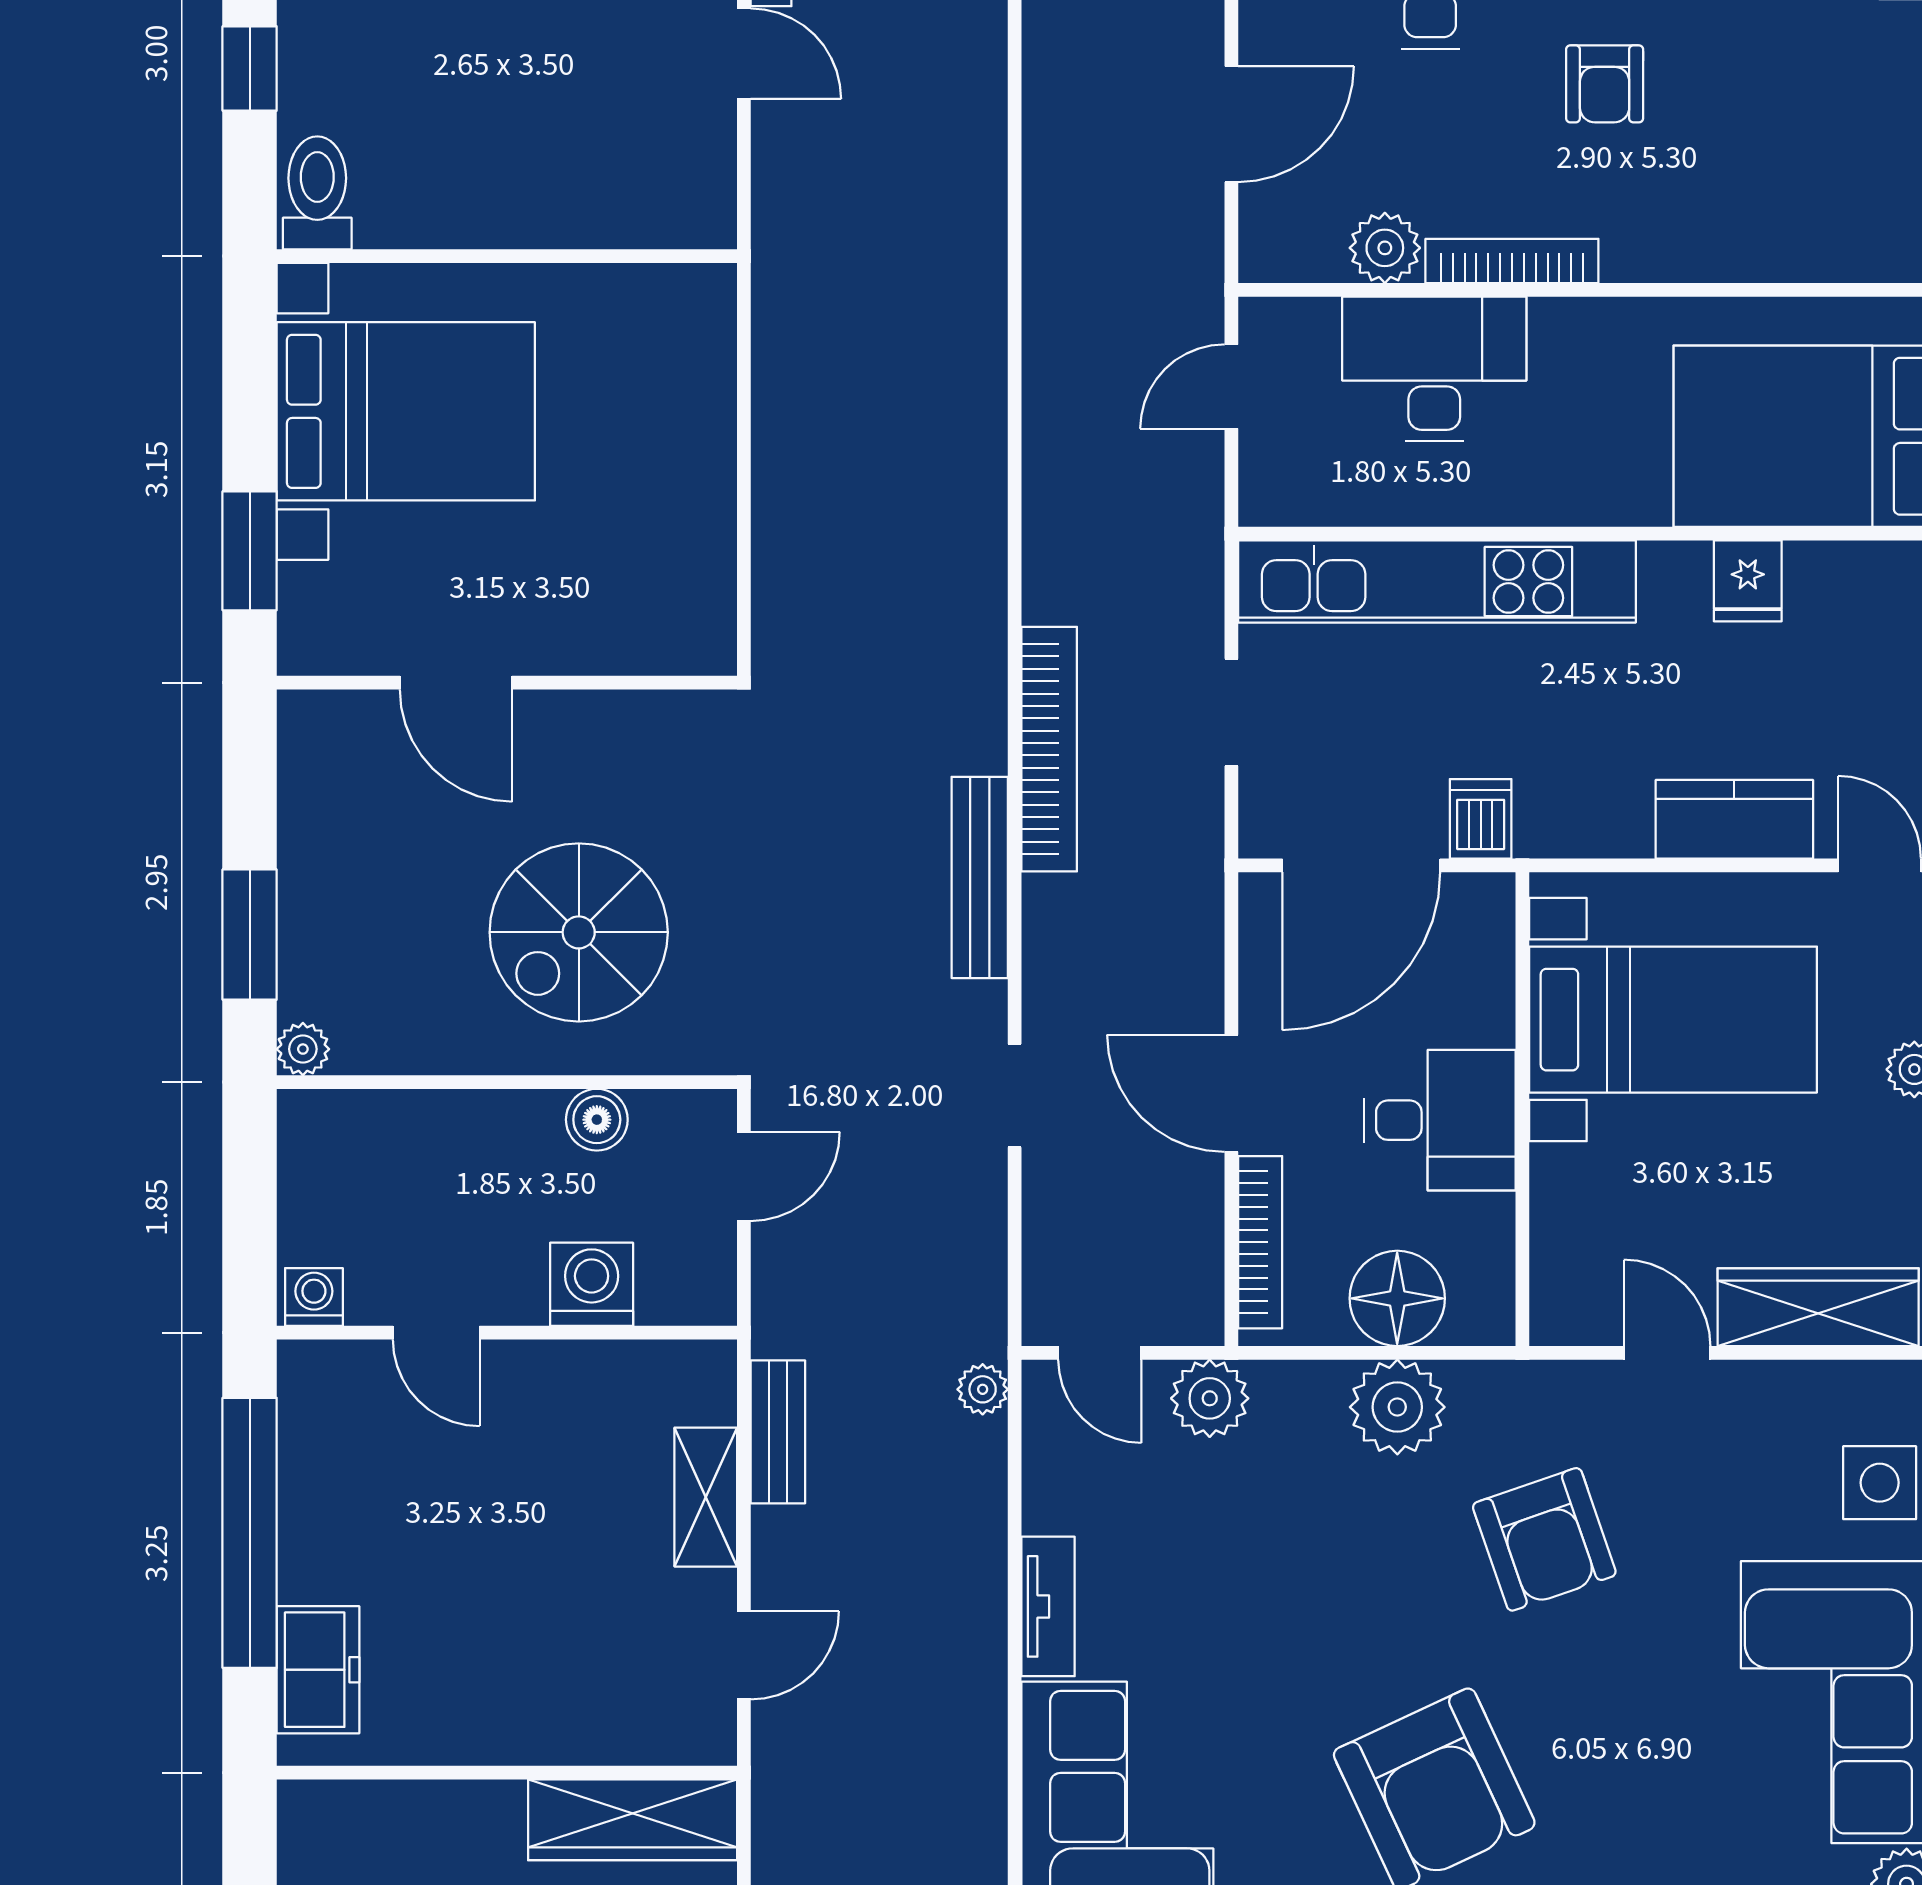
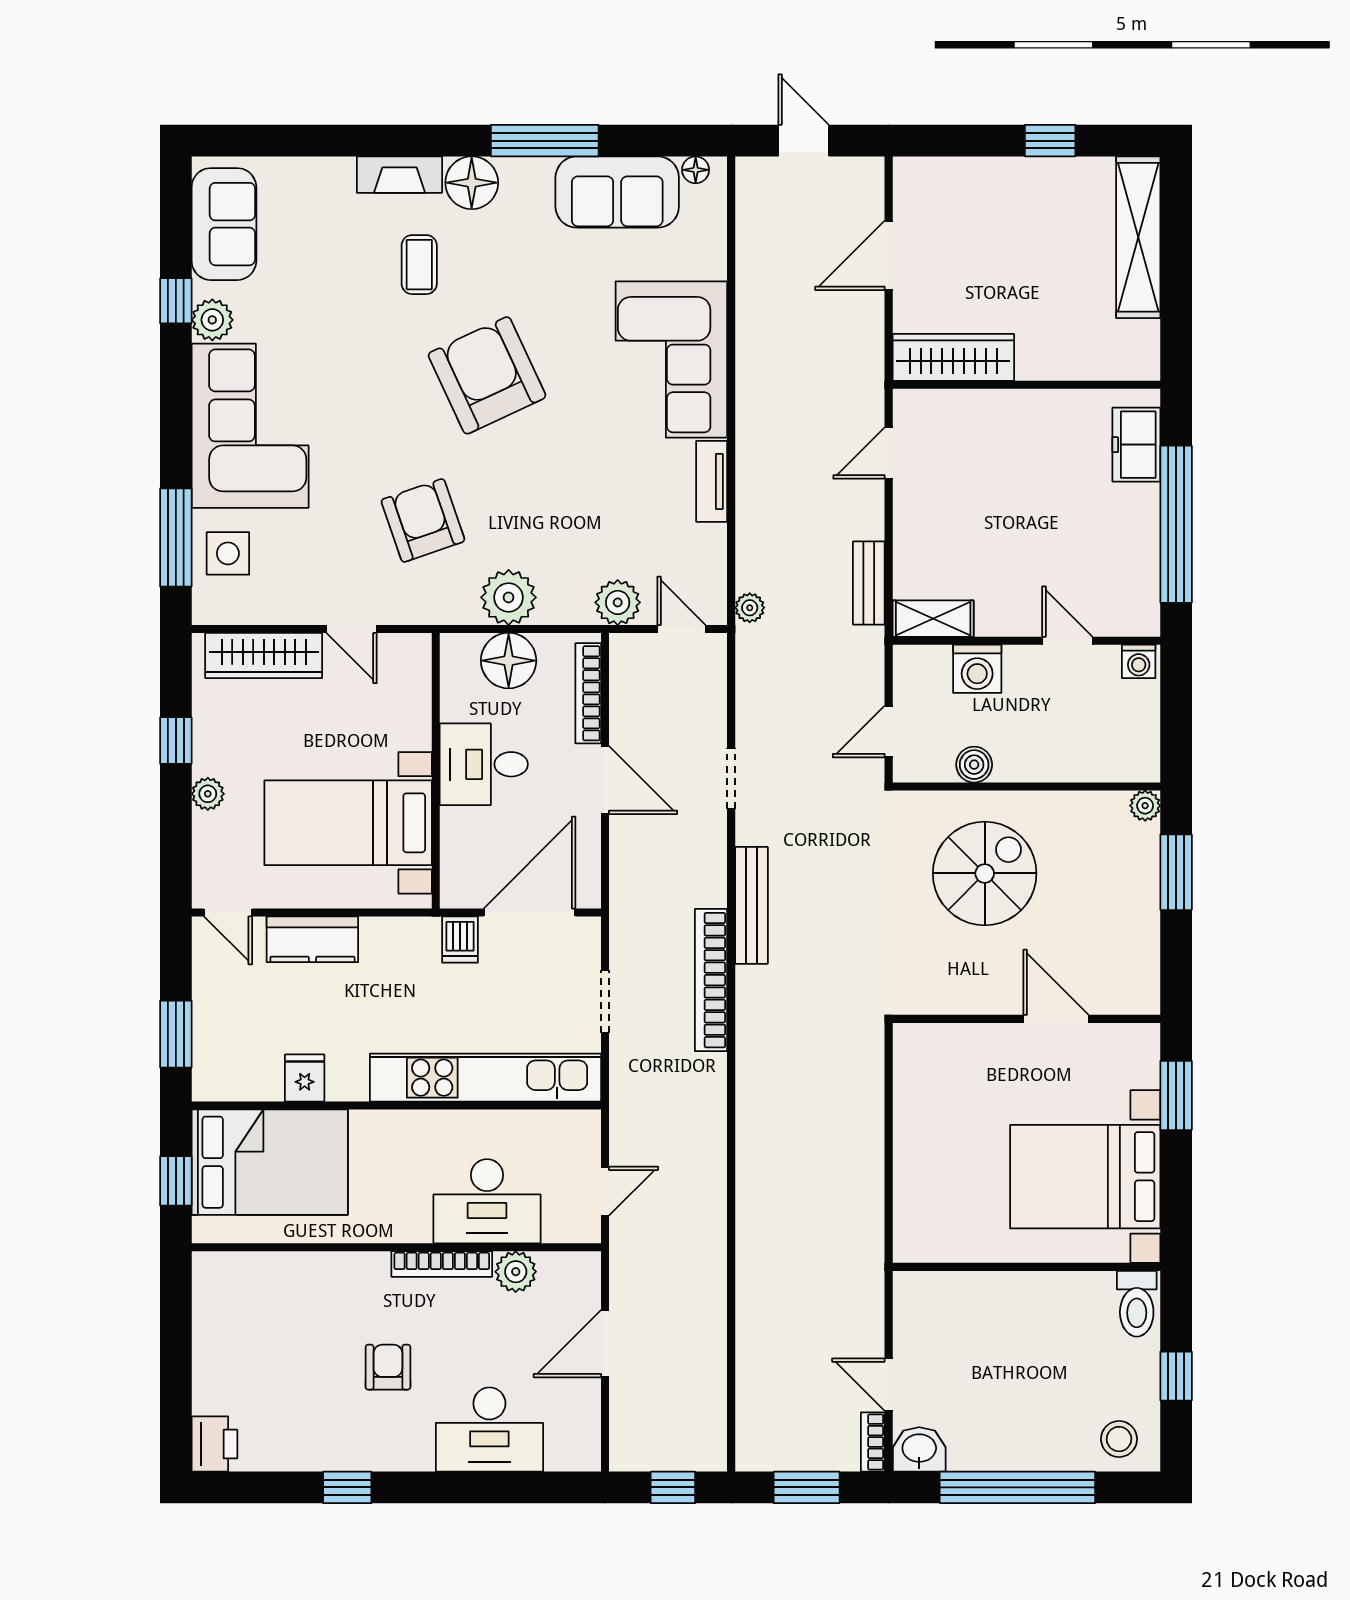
shelving: (706, 1497) -> (933, 619), moved, turned 90

